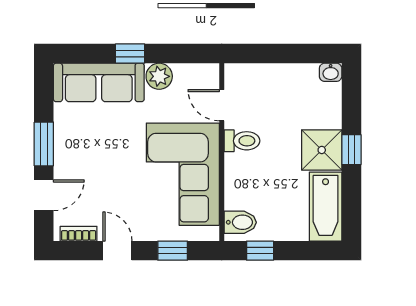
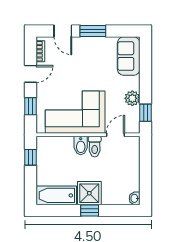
window: (130, 54) -> (146, 113), moved
sofa: (99, 82) -> (129, 56), width x0.73
bidet: (240, 222) -> (81, 146), moved

